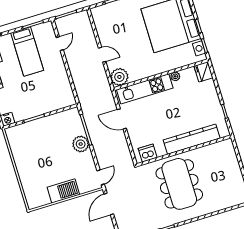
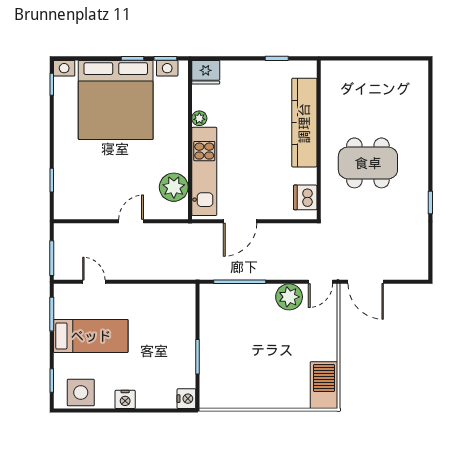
plant: (119, 77) -> (174, 187), moved
plant: (81, 144) -> (289, 297), moved
door: (101, 177) -> (321, 282), swing flipped
dining table: (179, 184) -> (368, 163), width x0.73, depth x0.80
barbecue: (63, 191) -> (324, 385), moved

